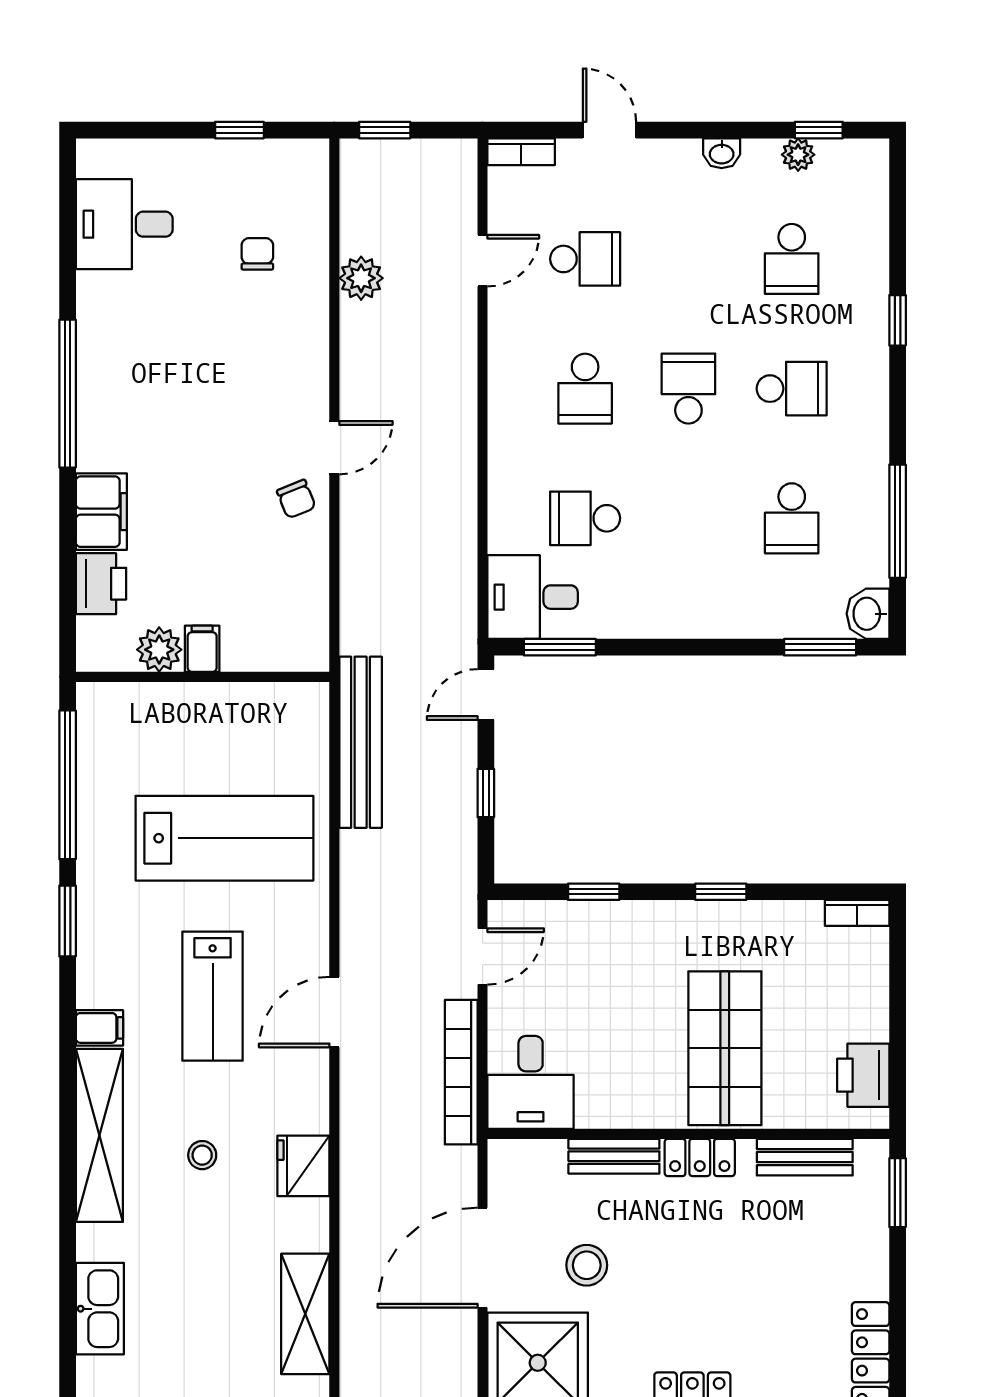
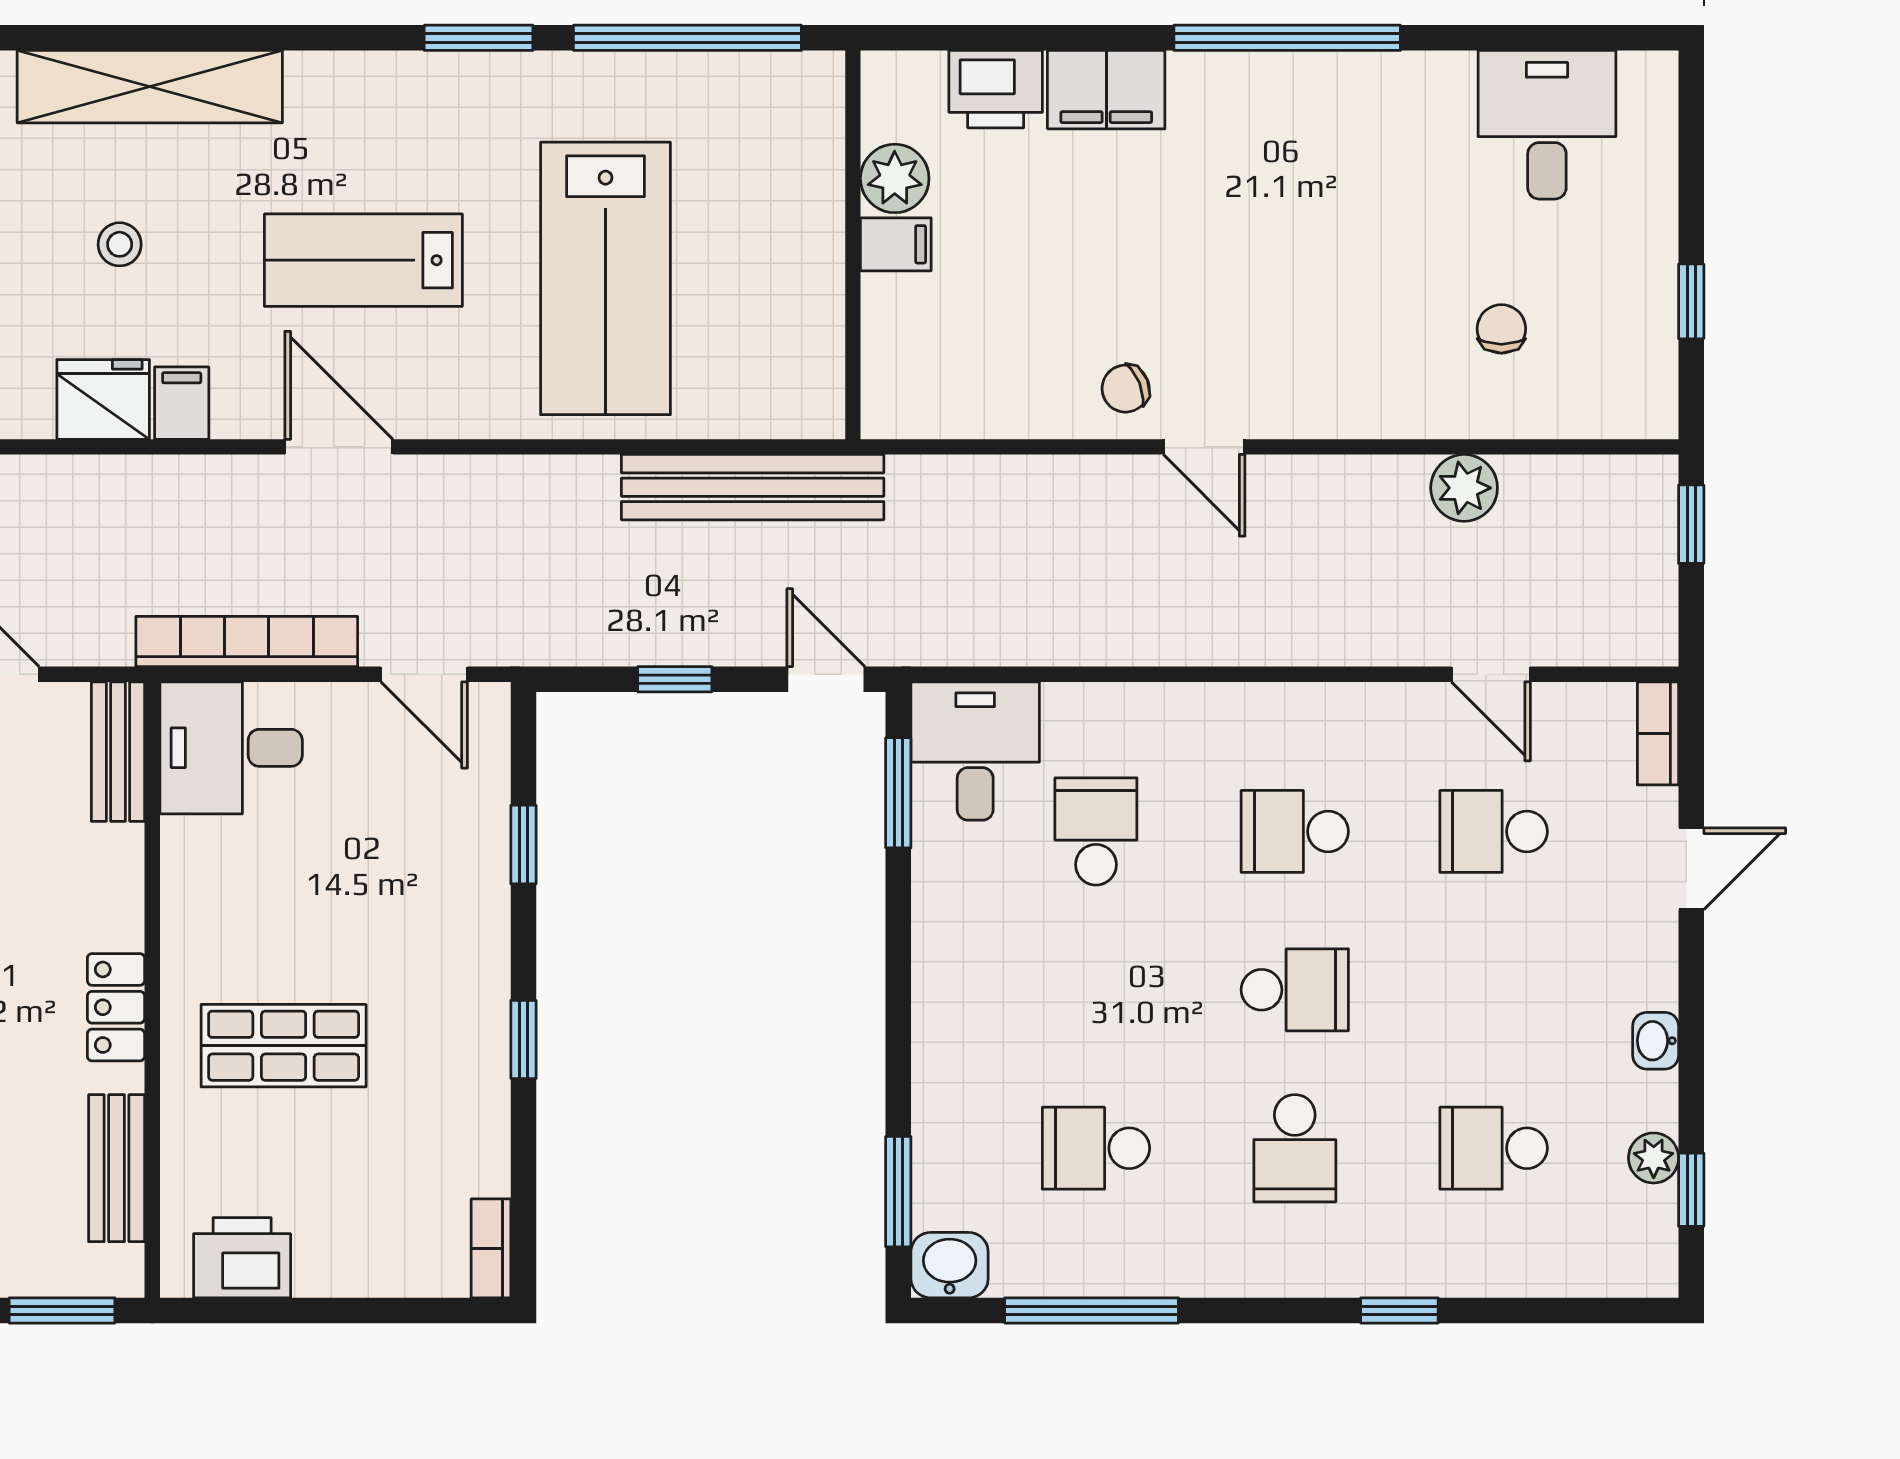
chair: (257, 254) -> (1501, 329), turned -90
school desk: (585, 259) -> (1494, 831), turned 90
filing cabinet: (99, 1028) -> (182, 403), moved, turned 180
shop shelf: (725, 1048) -> (284, 1046), width x0.70, depth x0.74
bench: (614, 1156) -> (118, 752), moved

